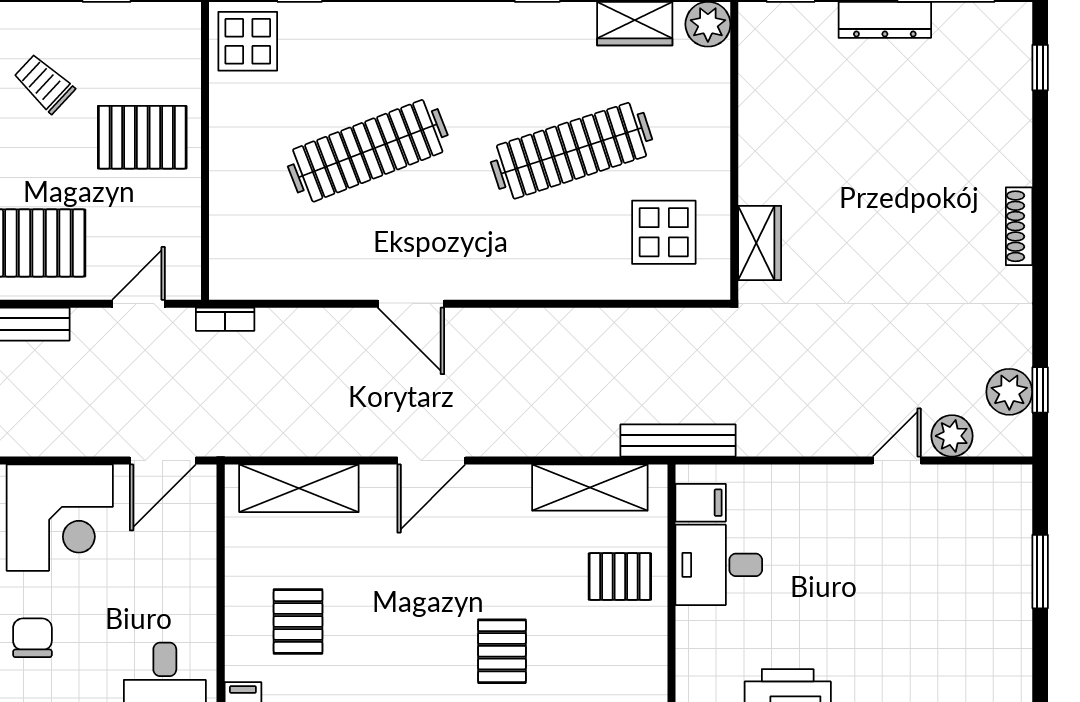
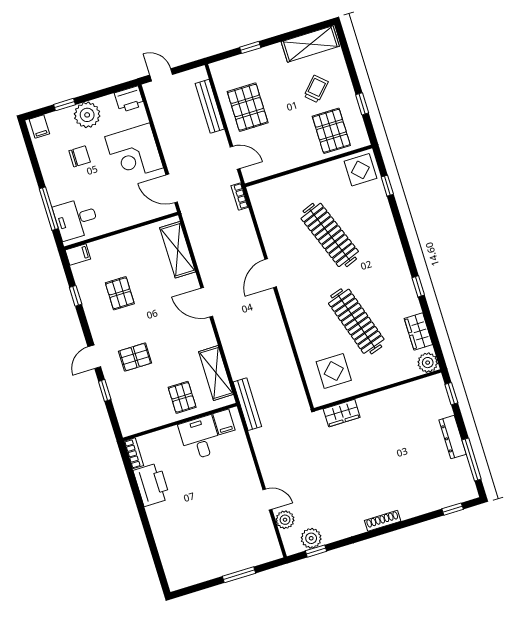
pallet: (142, 137) -> (331, 131), moved
pallet: (298, 622) -> (120, 293), moved, turned 90

